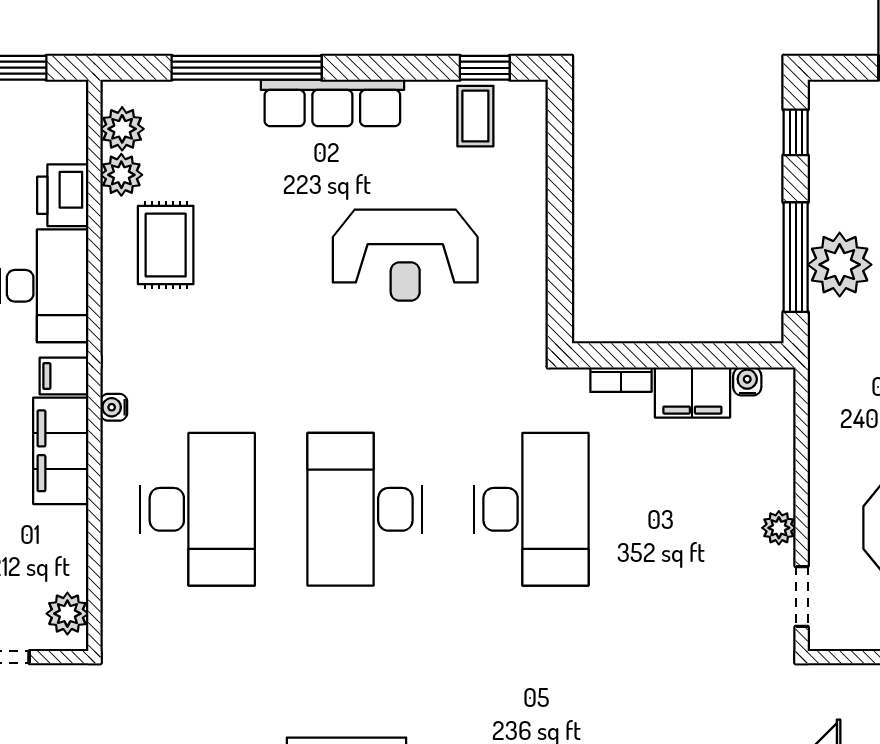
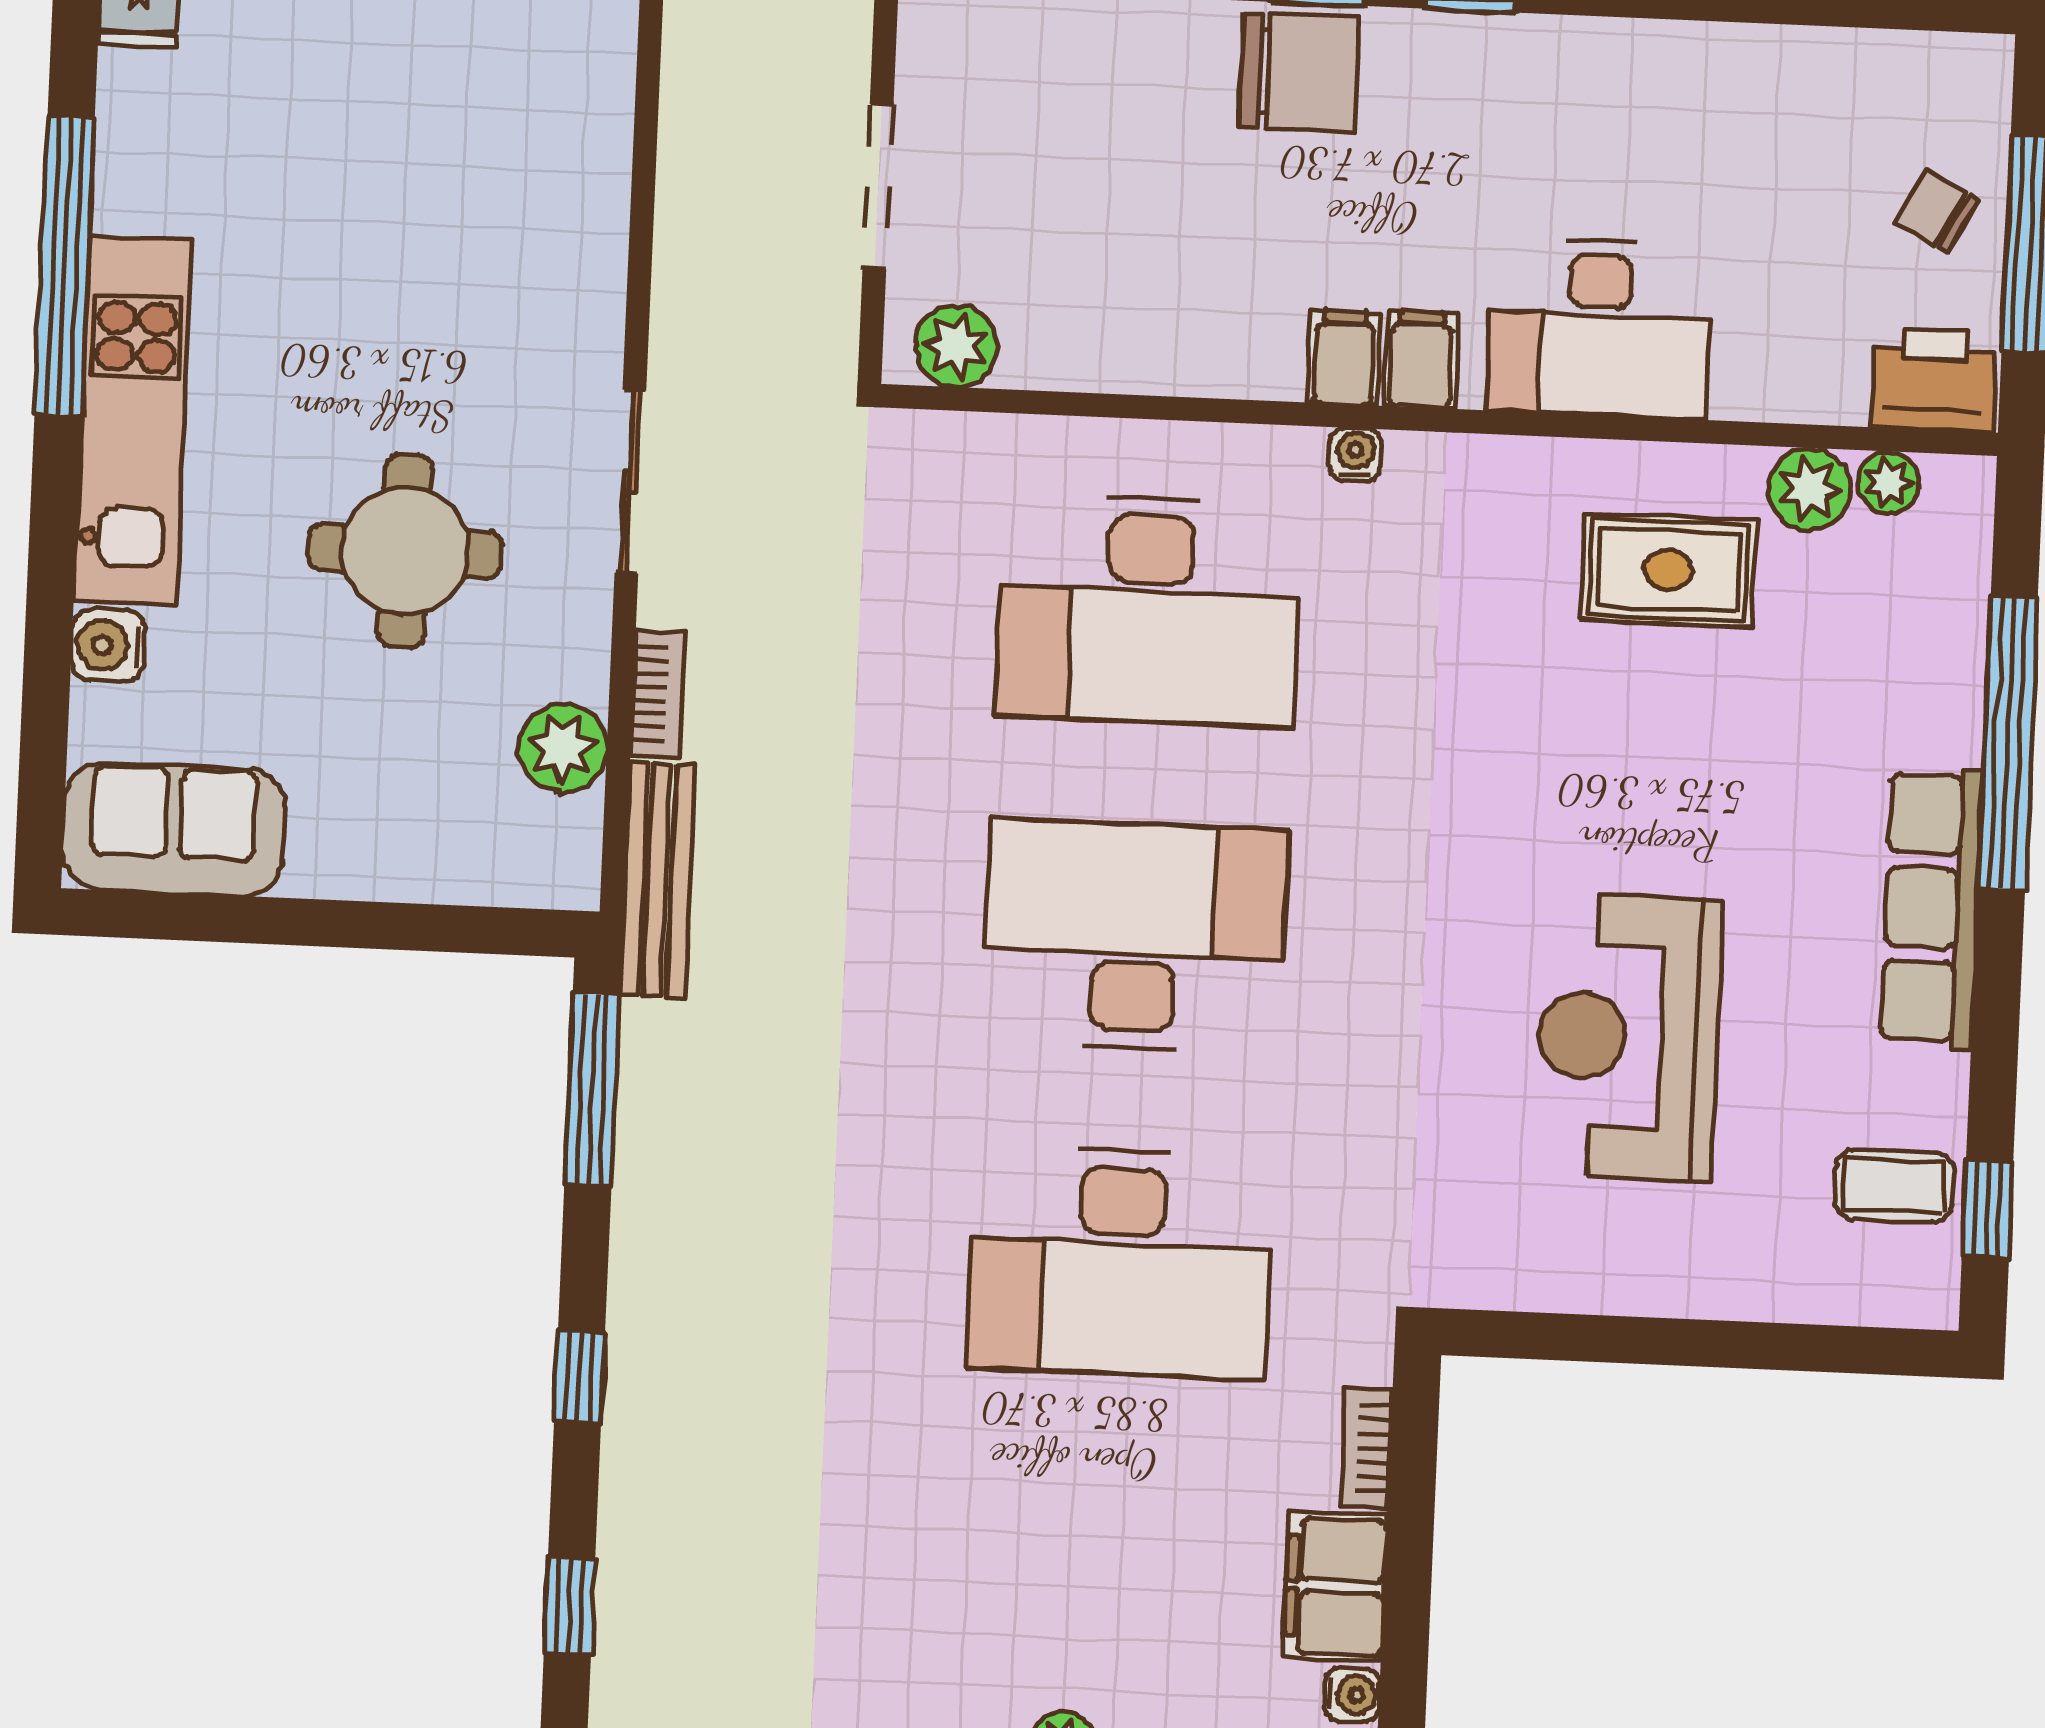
plant: (122, 129) -> (1888, 482), width x0.73, depth x0.73
printer: (63, 195) -> (1934, 380), moved
filing cabinet: (61, 451) -> (1344, 358), width x0.33, depth x0.86

